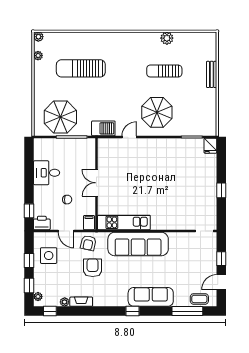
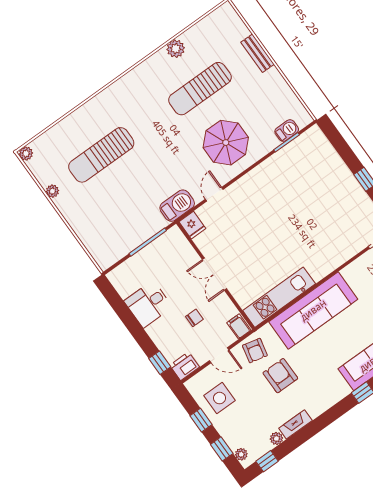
plant: (38, 56) -> (52, 191), moved
sun lounger: (164, 71) -> (200, 89), width x1.36, depth x1.34
parasol: (60, 117) -> (118, 228), removed
barbecue: (197, 130) -> (287, 131), added
fridge: (210, 146) -> (192, 225), moved

